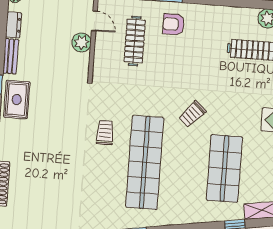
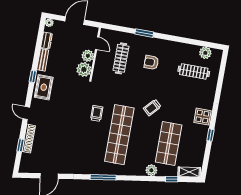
armchair: (173, 24) -> (151, 62), moved
plant: (78, 65) -> (84, 69), added
plant: (201, 214) -> (151, 170), added

